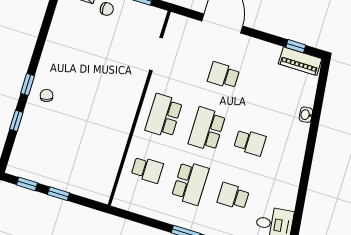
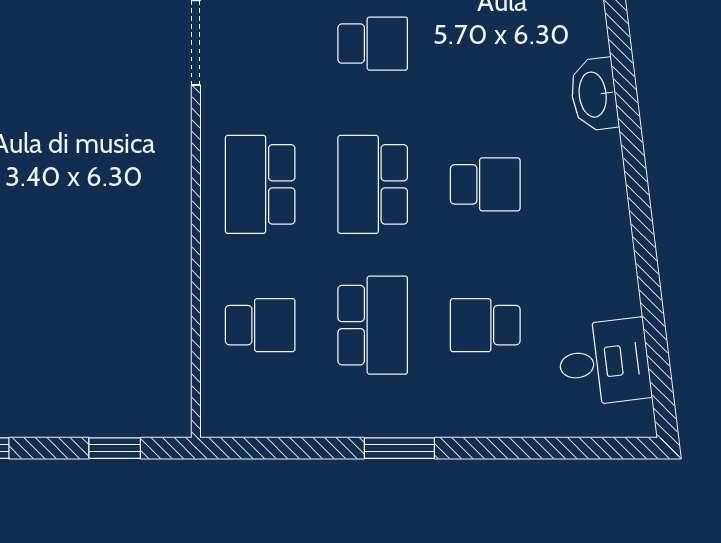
school desk: (224, 75) -> (373, 44), turned 180
washbasin: (306, 115) -> (594, 94), width x1.91, depth x1.45
window: (59, 194) -> (115, 448), moved

